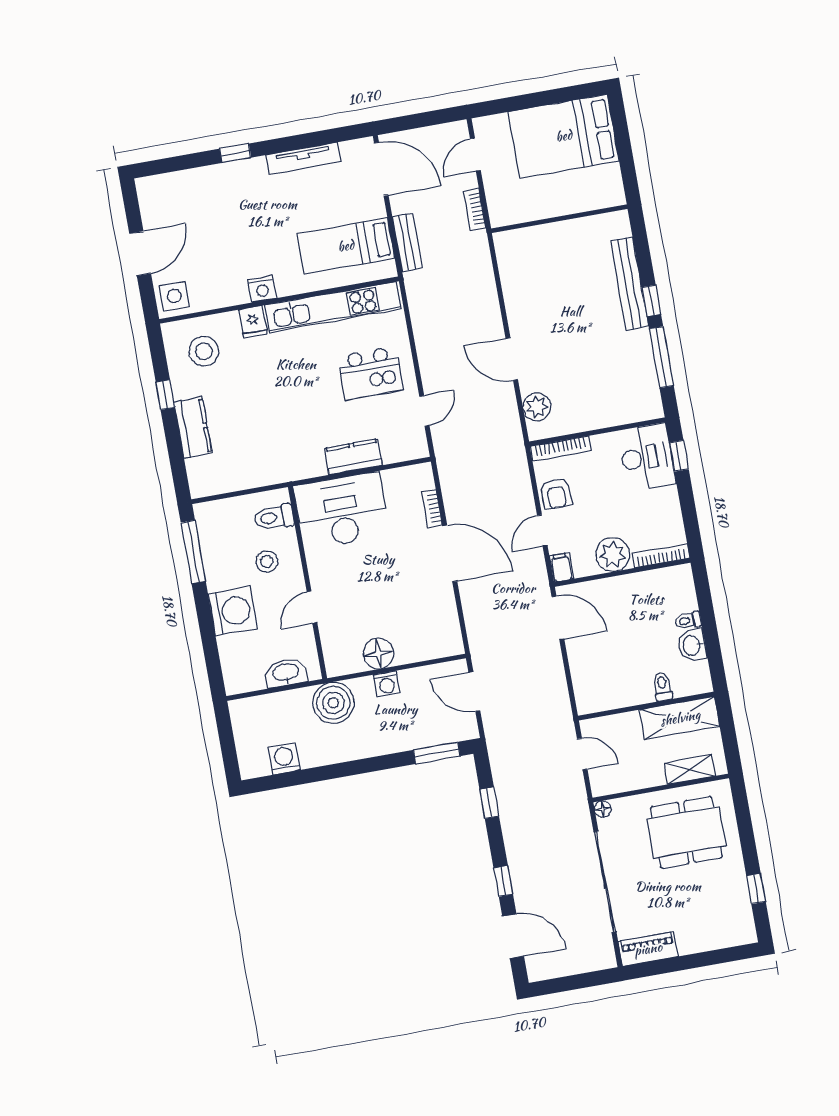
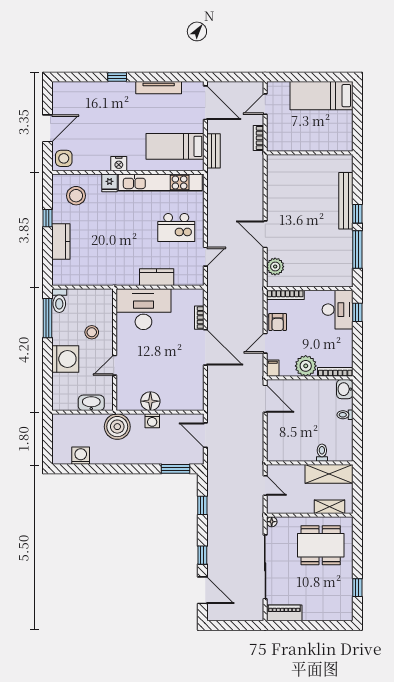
bed: (564, 136) -> (321, 96), width x0.67
toilet: (274, 517) -> (59, 301), moved, turned -90
washbasin: (692, 645) -> (345, 389), moved

